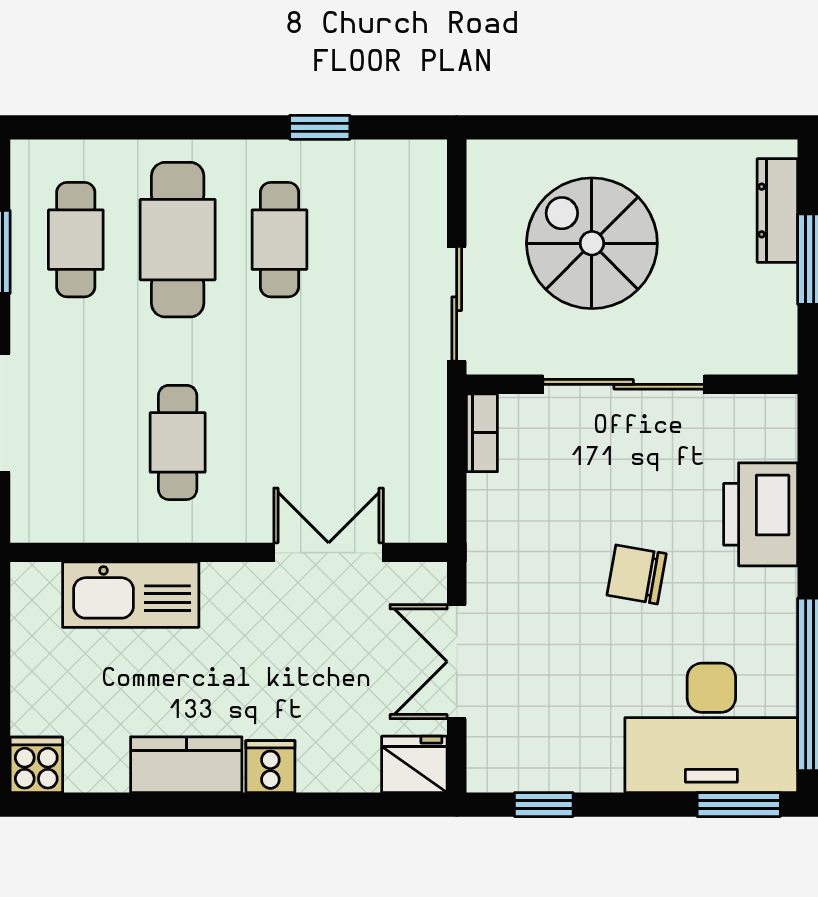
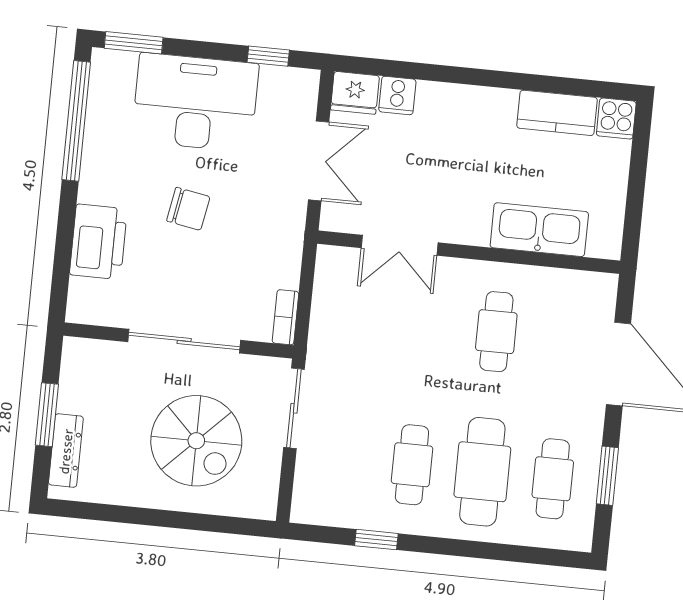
desk: (711, 728) -> (195, 102), moved
kitchen counter: (186, 765) -> (557, 113), moved
cooker: (270, 767) -> (397, 96), moved

